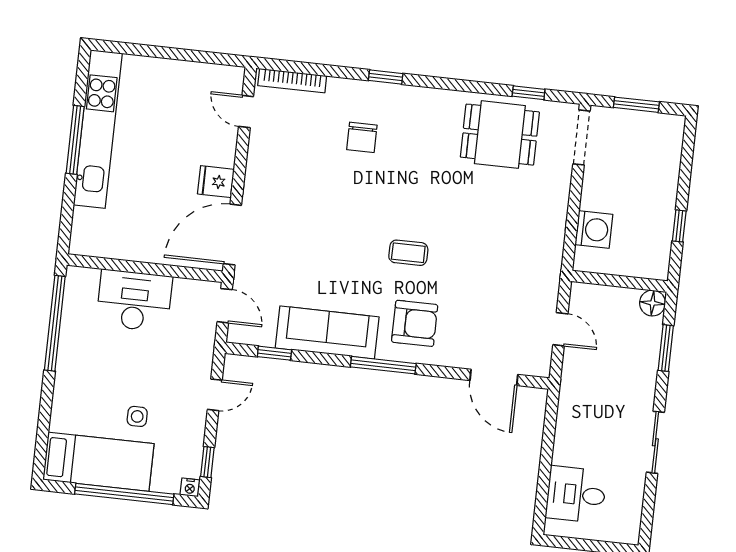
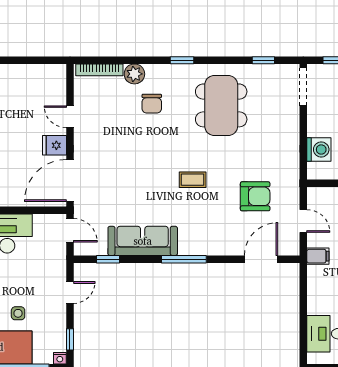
window: (386, 77) -> (182, 60), moved
plant: (342, 92) -> (134, 74), added
door: (246, 111) -> (70, 117), moved
dining table: (500, 135) -> (221, 105), moved, width x1.38
armchair: (415, 323) -> (255, 196), moved
door: (494, 377) -> (261, 259), swing flipped
filing cabinet: (576, 382) -> (318, 256), added

